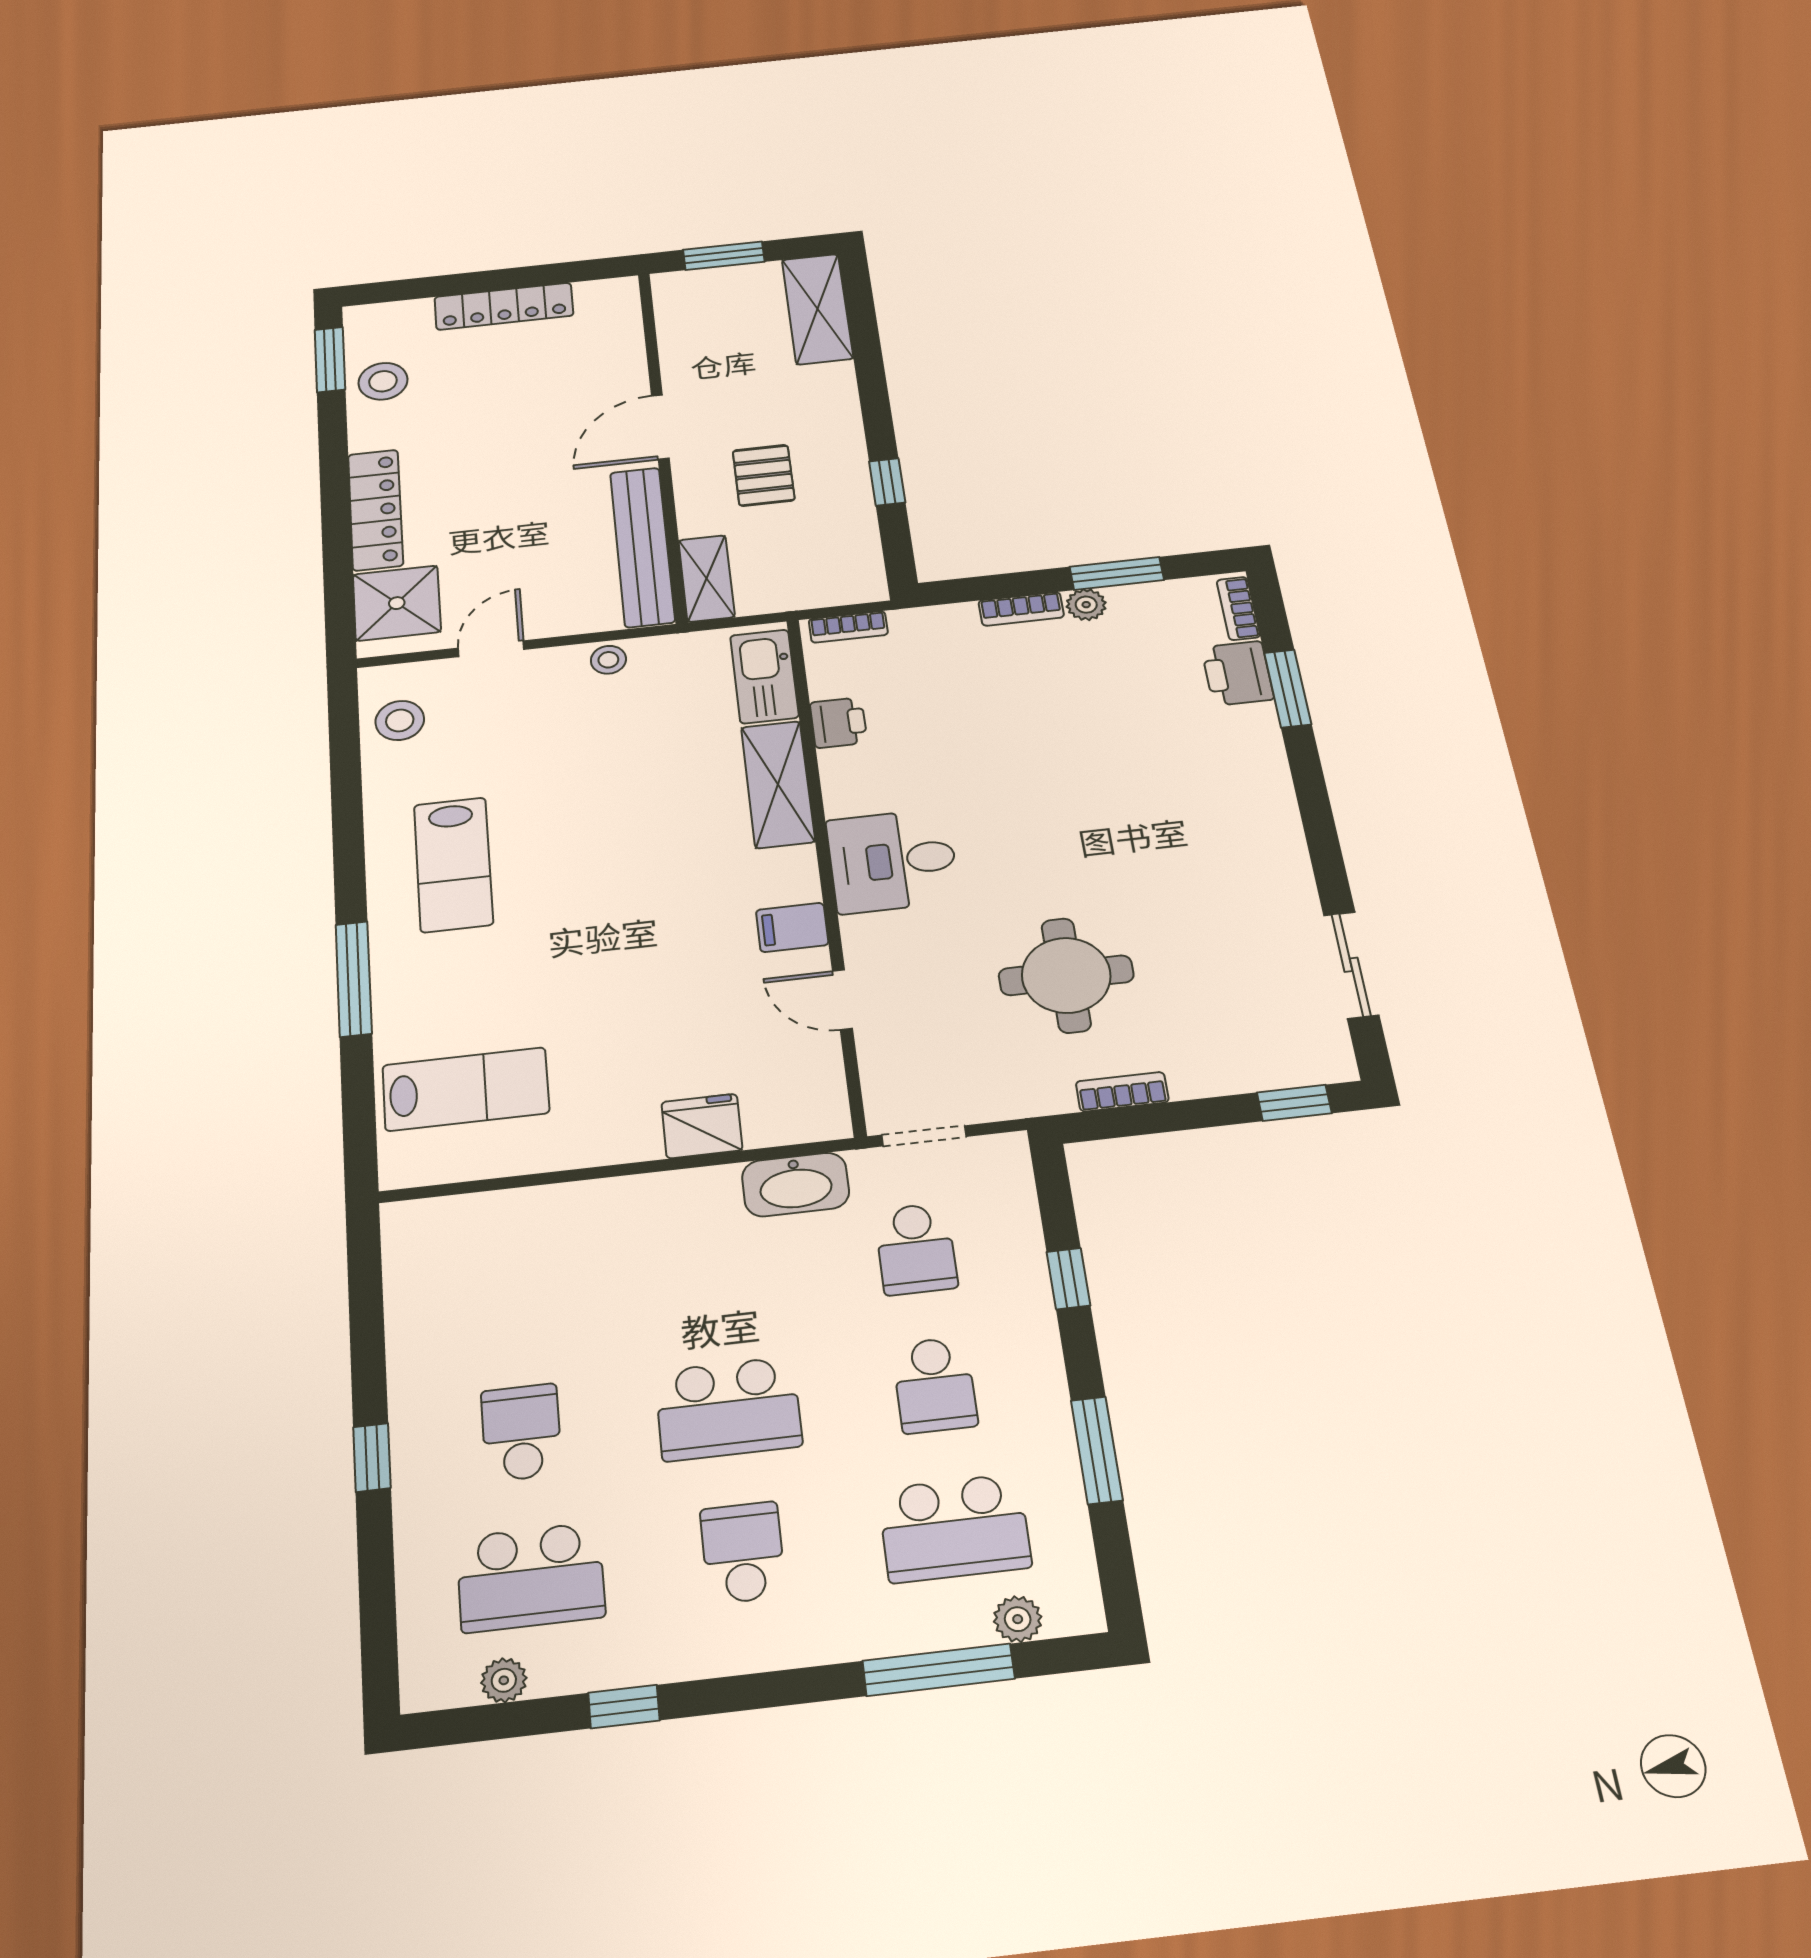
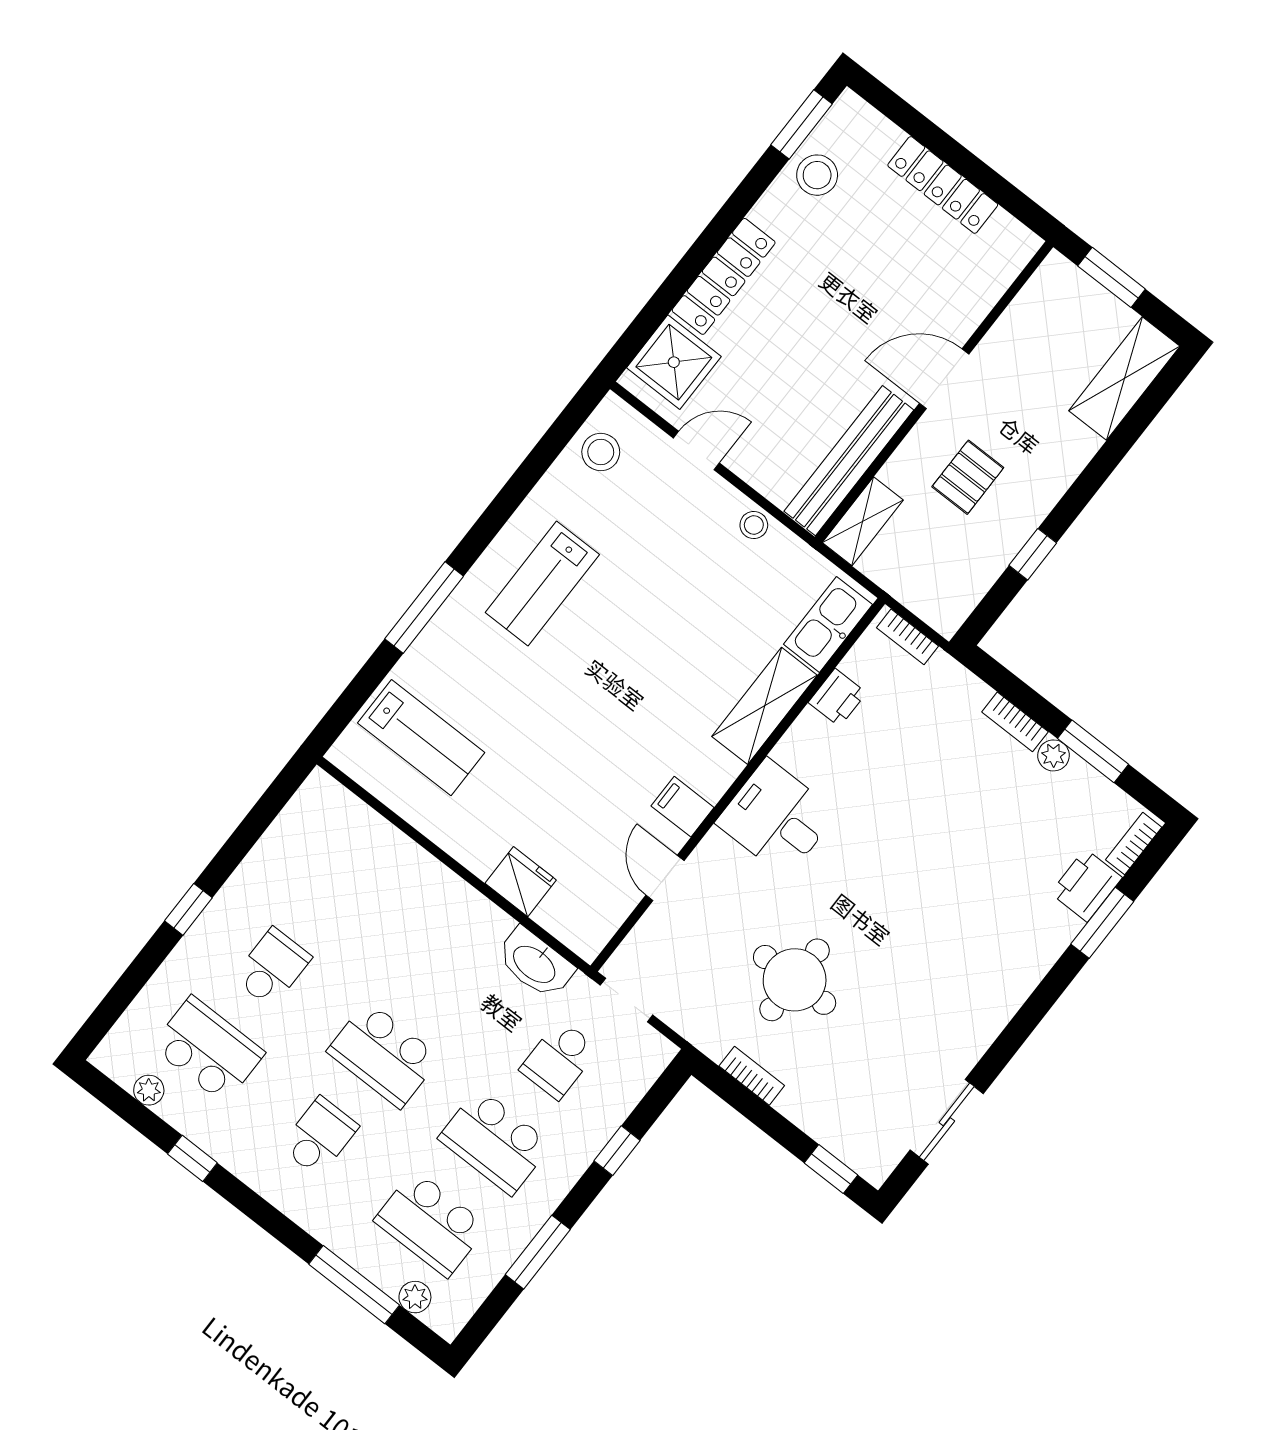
school desk: (935, 1385) -> (495, 1141), width x1.85
school desk: (531, 1577) -> (208, 1050), turned 180

